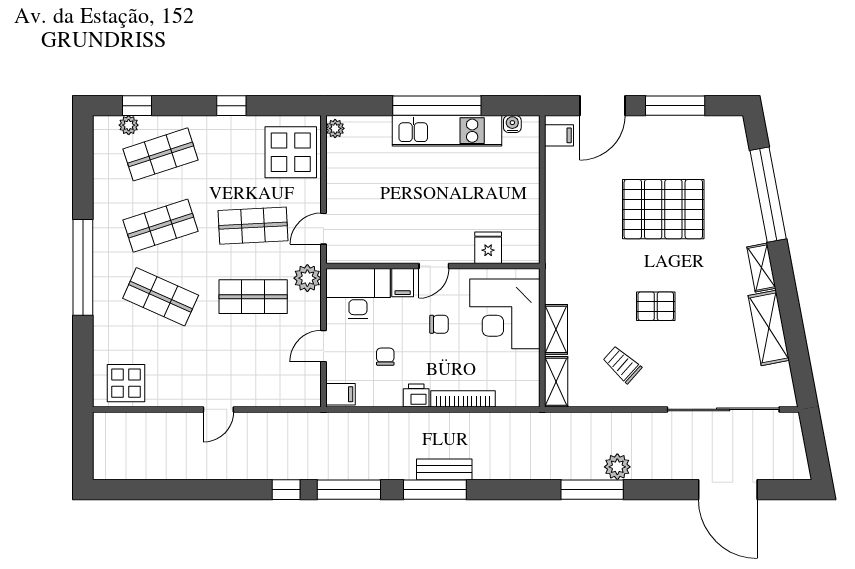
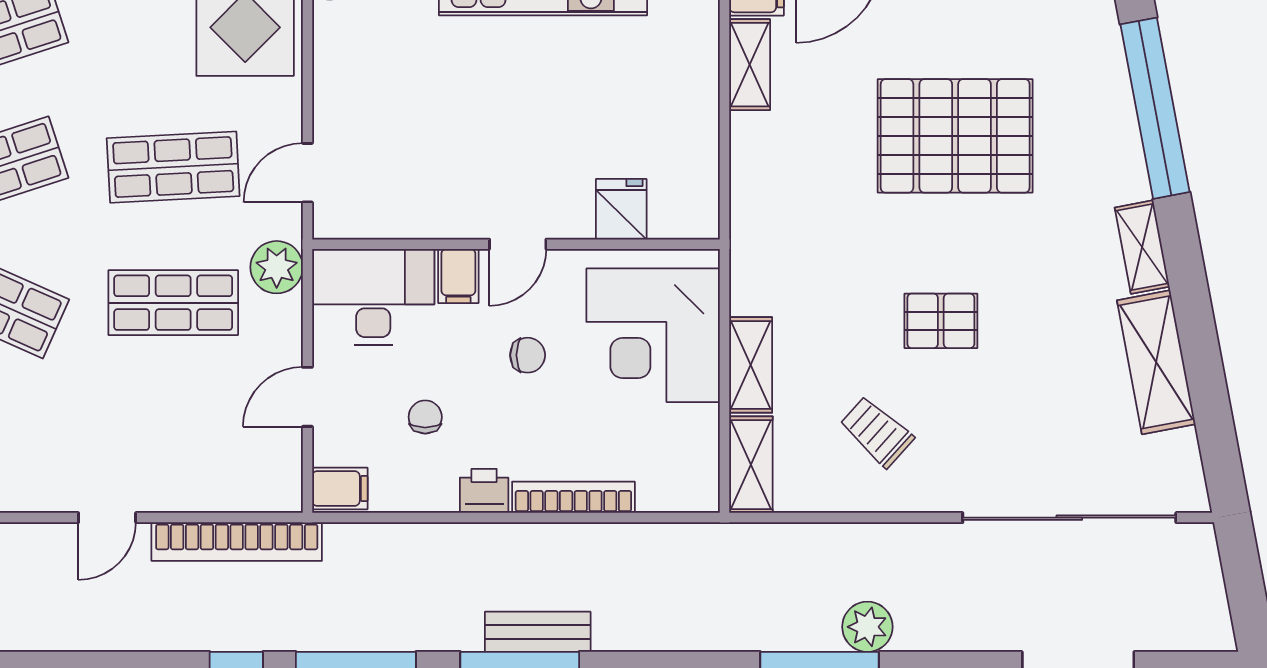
shelving: (555, 172) -> (750, 65), added
bookcase: (286, 422) -> (237, 542), added

